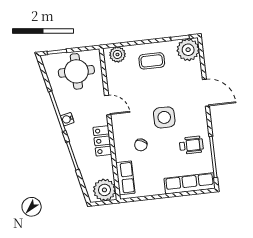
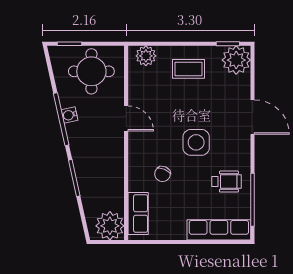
water cooler: (67, 119) -> (69, 115), moved
locker: (102, 141) -> (114, 163), removed

